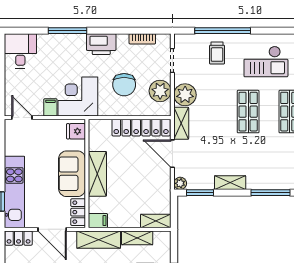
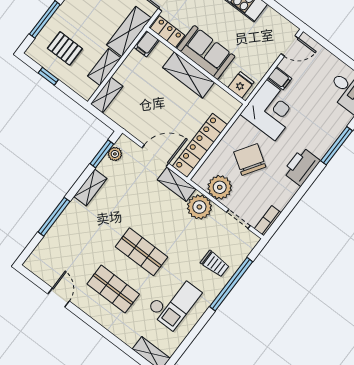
bookcase: (142, 39) -> (268, 221), moved
trolley: (217, 53) -> (215, 264), turned 180
checkout: (266, 62) -> (174, 302), turned 180
chair: (124, 85) -> (250, 159), turned 33
plant: (180, 183) -> (115, 154), moved

